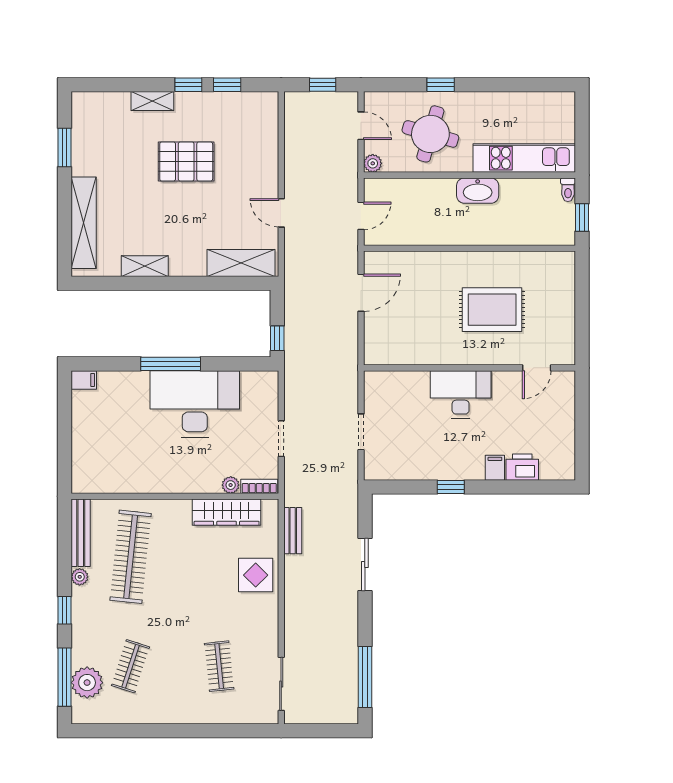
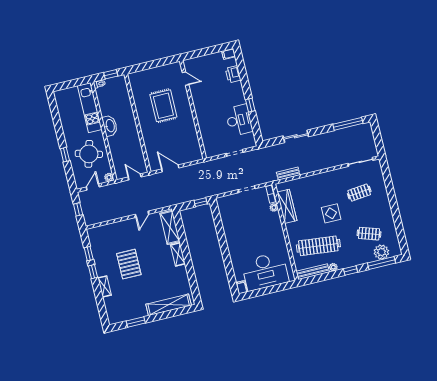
shelving: (145, 266) -> (178, 254), moved
window: (171, 364) -> (224, 249), removed
desk: (461, 394) -> (239, 120), moved, turned 180
desk: (195, 404) -> (265, 271), moved, turned -90
filing cabinet: (495, 468) -> (229, 54), moved
display table: (256, 575) -> (331, 213), moved

